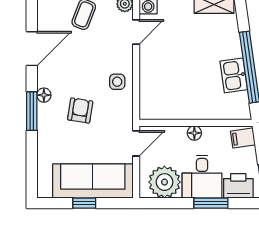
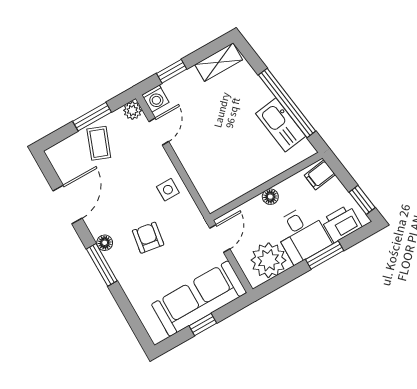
kitchen sink: (234, 75) -> (281, 125), width x1.38

